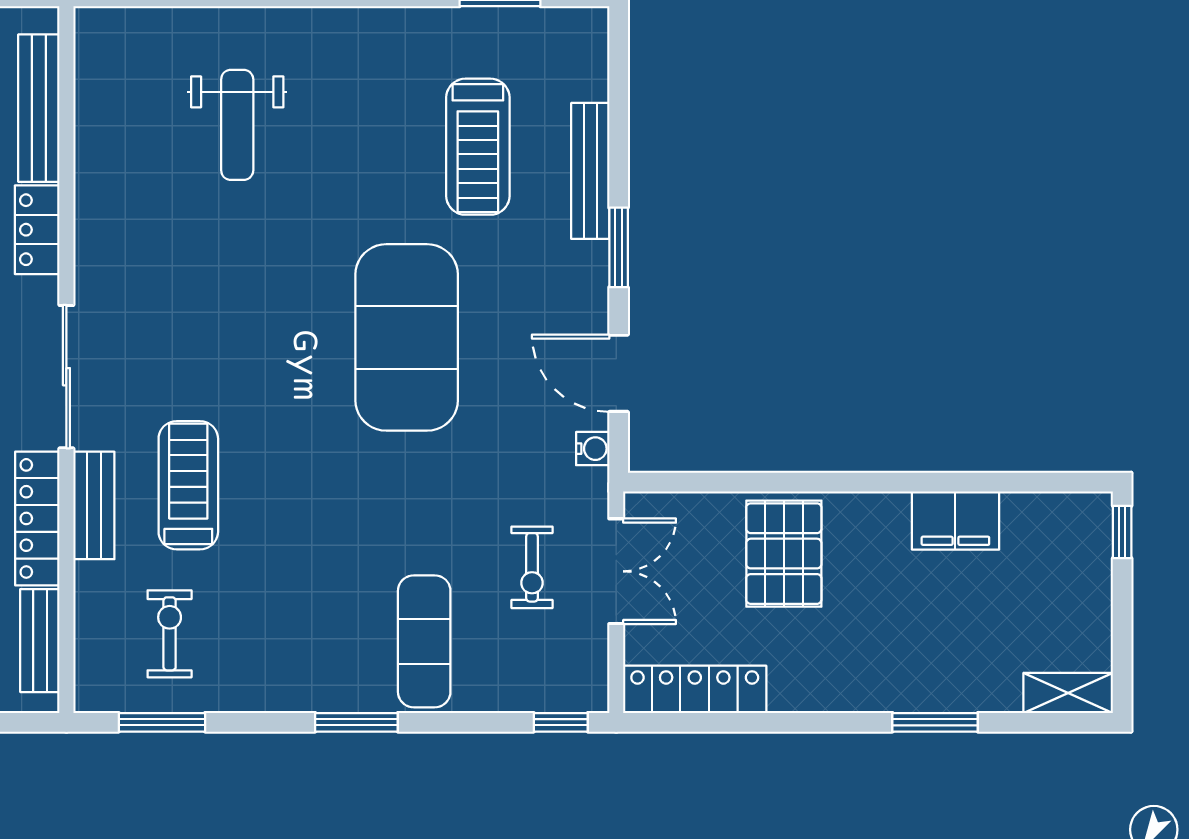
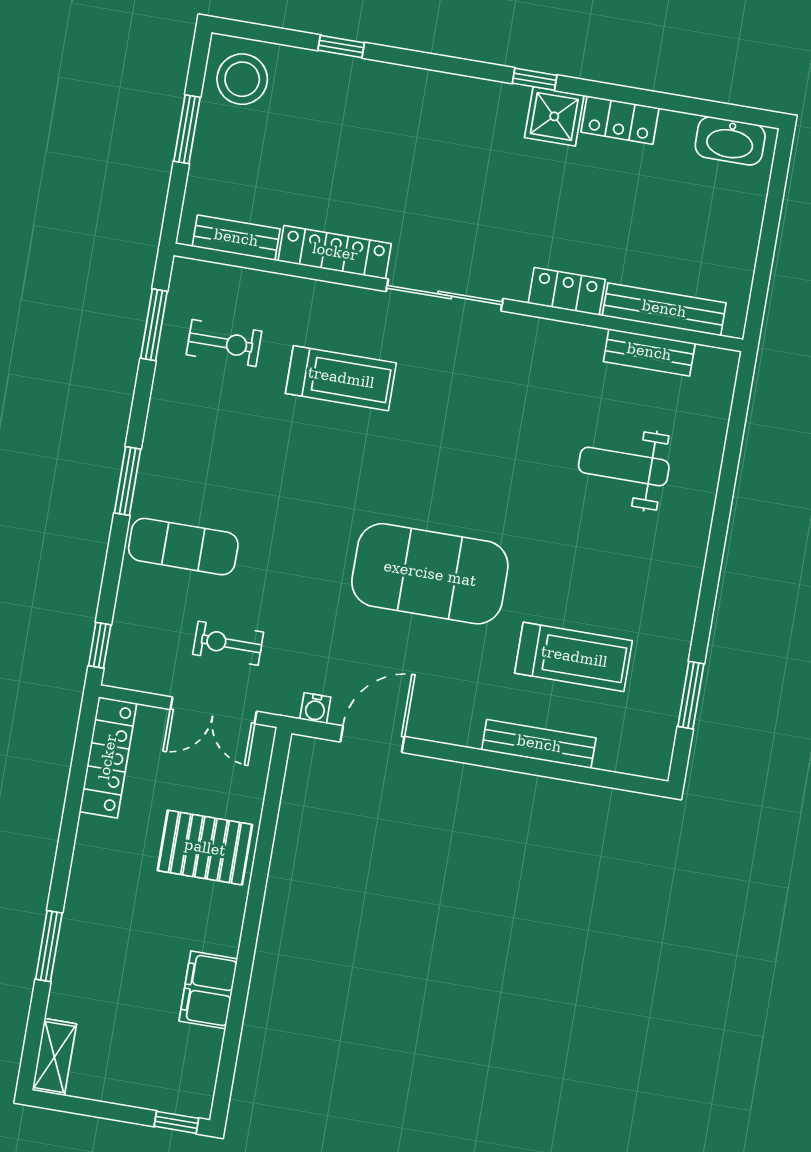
treadmill: (478, 147) -> (574, 657), turned 180
window: (619, 247) -> (473, 756), removed
bench: (94, 505) -> (649, 352), moved

